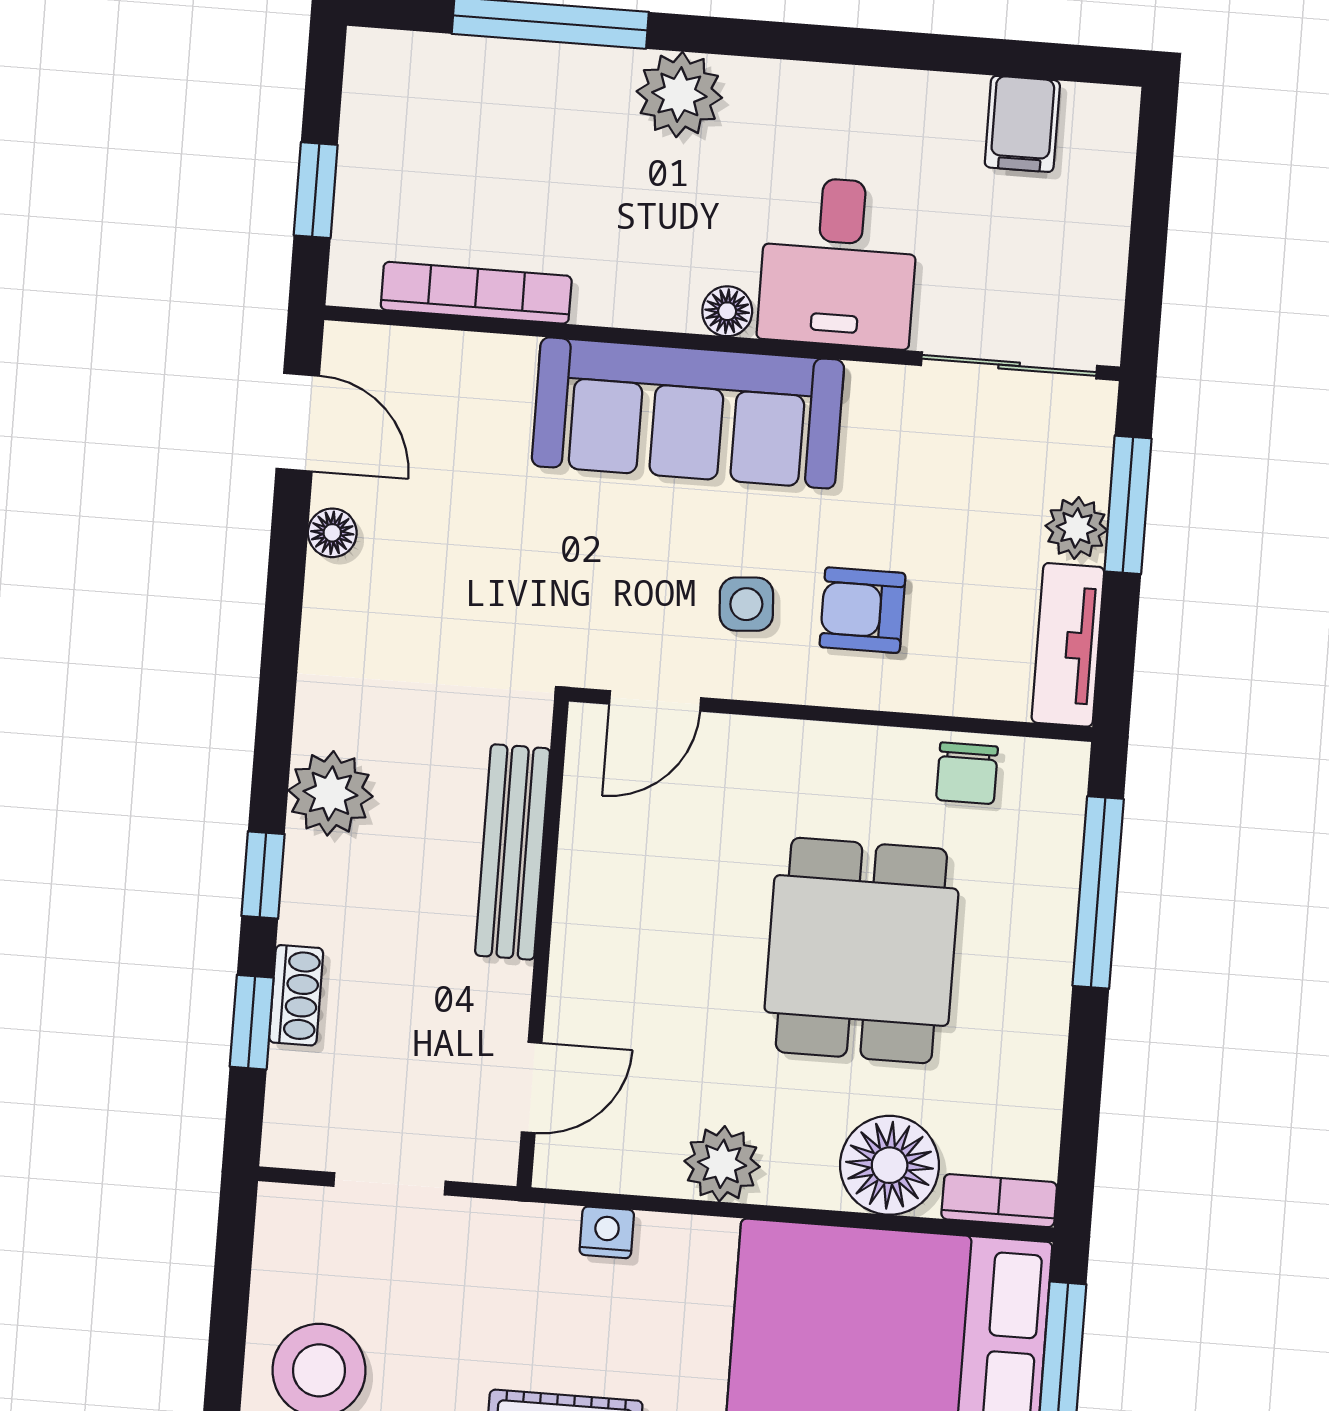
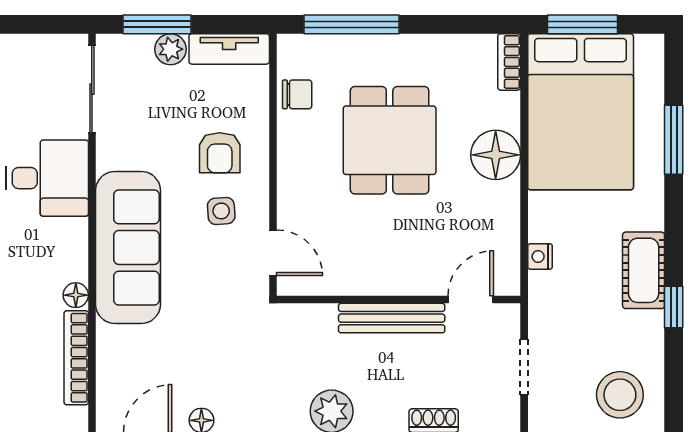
floor lamp: (727, 311) -> (76, 295), moved
bench: (513, 852) -> (392, 318), moved
dining table: (861, 950) -> (390, 140), turned 90
door: (532, 1088) -> (471, 300), hinge flipped
plant: (722, 1164) -> (501, 202), removed
floor lamp: (890, 1165) -> (496, 155), moved

